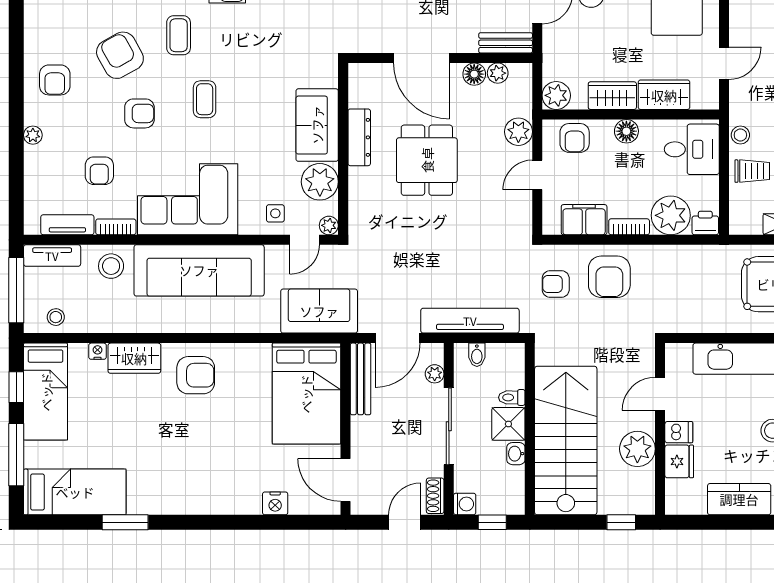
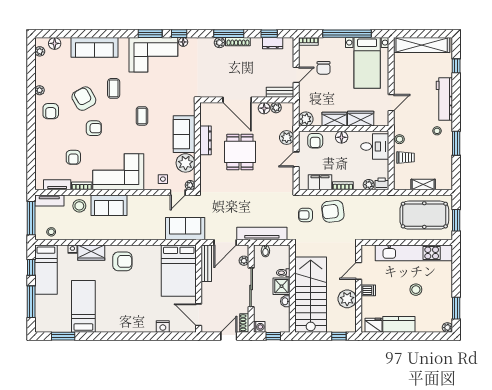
coffee table: (205, 99) -> (142, 116), moved
plant: (33, 135) -> (40, 90), moved
plant: (671, 215) -> (369, 185), width x0.53, depth x0.53
sofa: (199, 270) -> (109, 205), width x0.54, depth x0.79
armchair: (609, 277) -> (333, 211), turned 83
fridge: (679, 461) -> (373, 325), moved, turned -90
bed: (75, 492) -> (83, 306), moved, turned -90
window: (125, 522) -> (63, 336), moved

